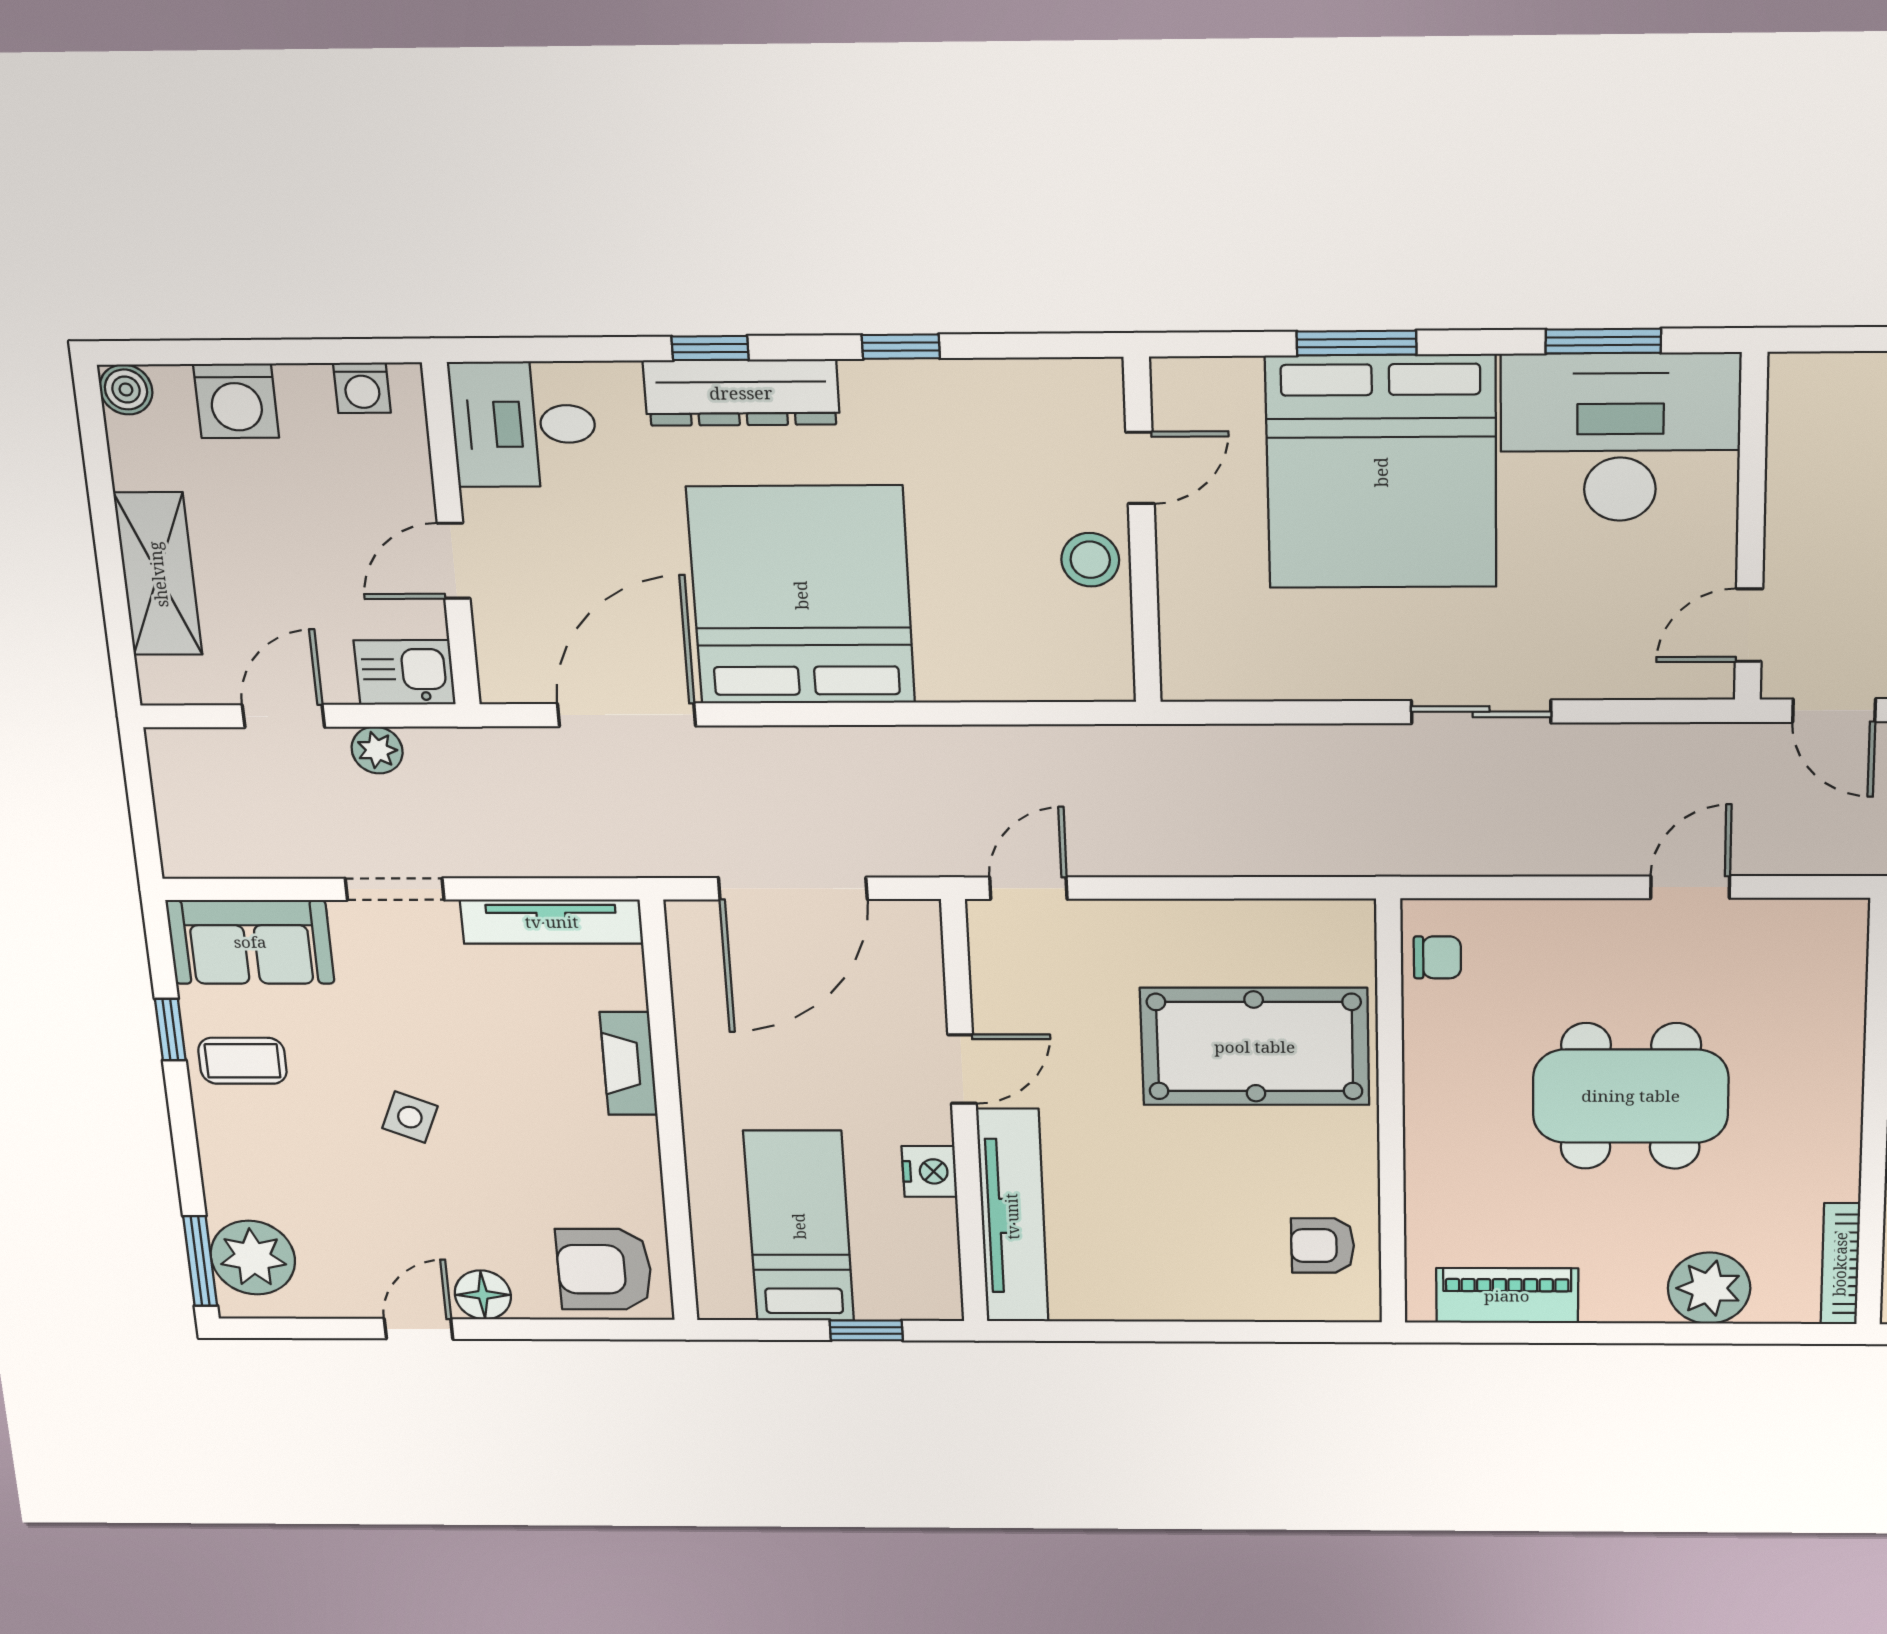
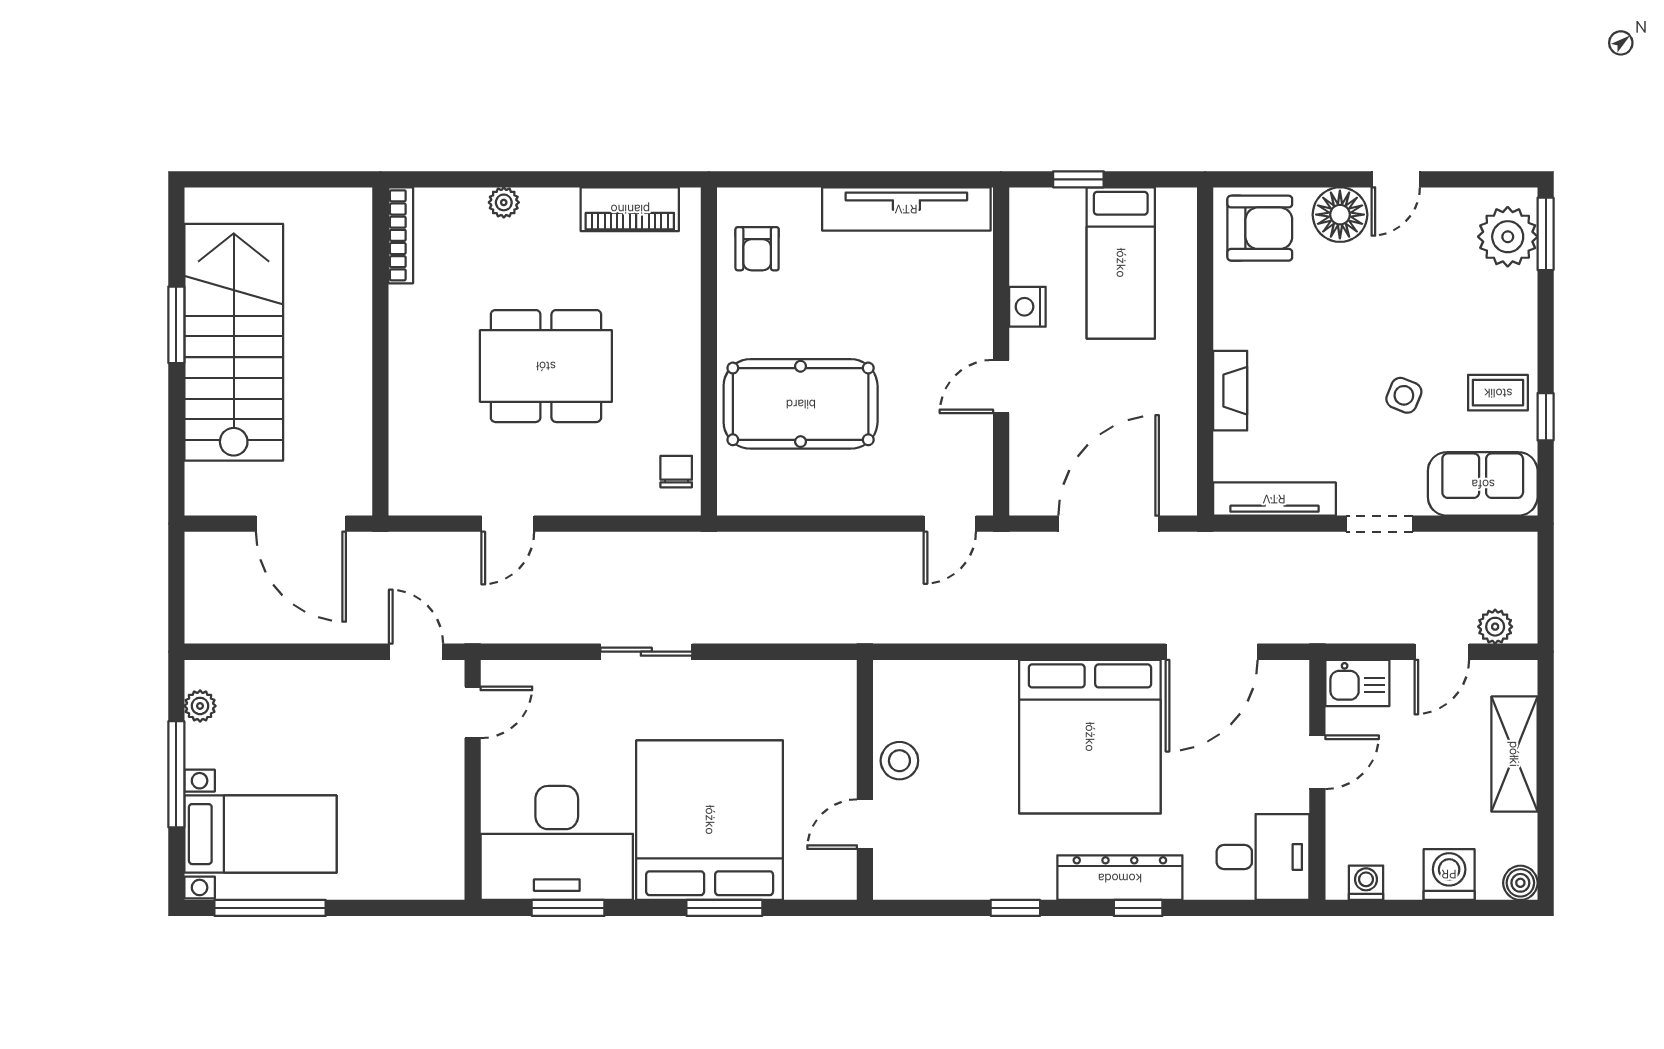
plant: (377, 750) -> (1495, 627), moved
chair: (1437, 957) -> (676, 472), turned 90
side table: (410, 1117) -> (1404, 395), moved
tv unit: (1012, 1216) -> (906, 209), moved, turned -90
armchair: (1323, 1246) -> (757, 249), turned 90
plant: (1709, 1288) -> (504, 202), width x0.53, depth x0.53
floor lamp: (483, 1295) -> (1340, 215), width x1.38, depth x1.38

